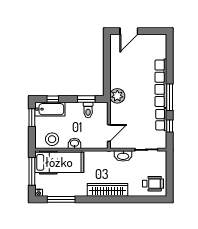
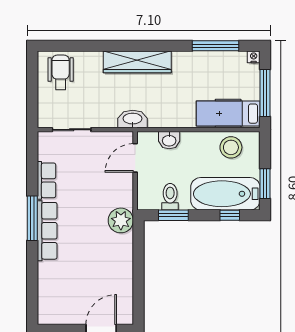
row of seats: (161, 83) -> (47, 231), width x0.73
bathtub: (50, 109) -> (225, 194), width x1.36, depth x1.36
window: (170, 126) -> (32, 170), removed
washbasin: (74, 143) -> (169, 140), moved
washbasin: (123, 156) -> (133, 119), moved
hospital bed: (59, 162) -> (228, 114), width x0.73, depth x0.78
wheelchair: (153, 184) -> (61, 72), turned 90

